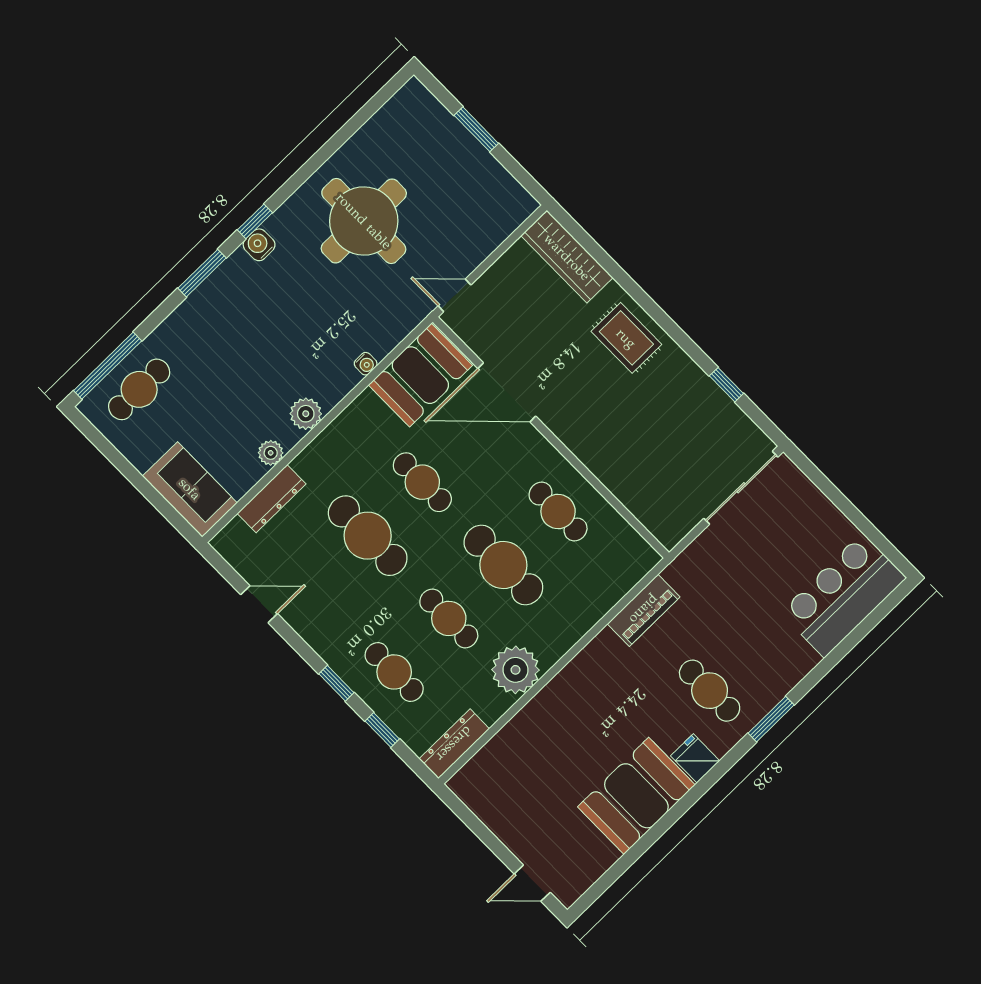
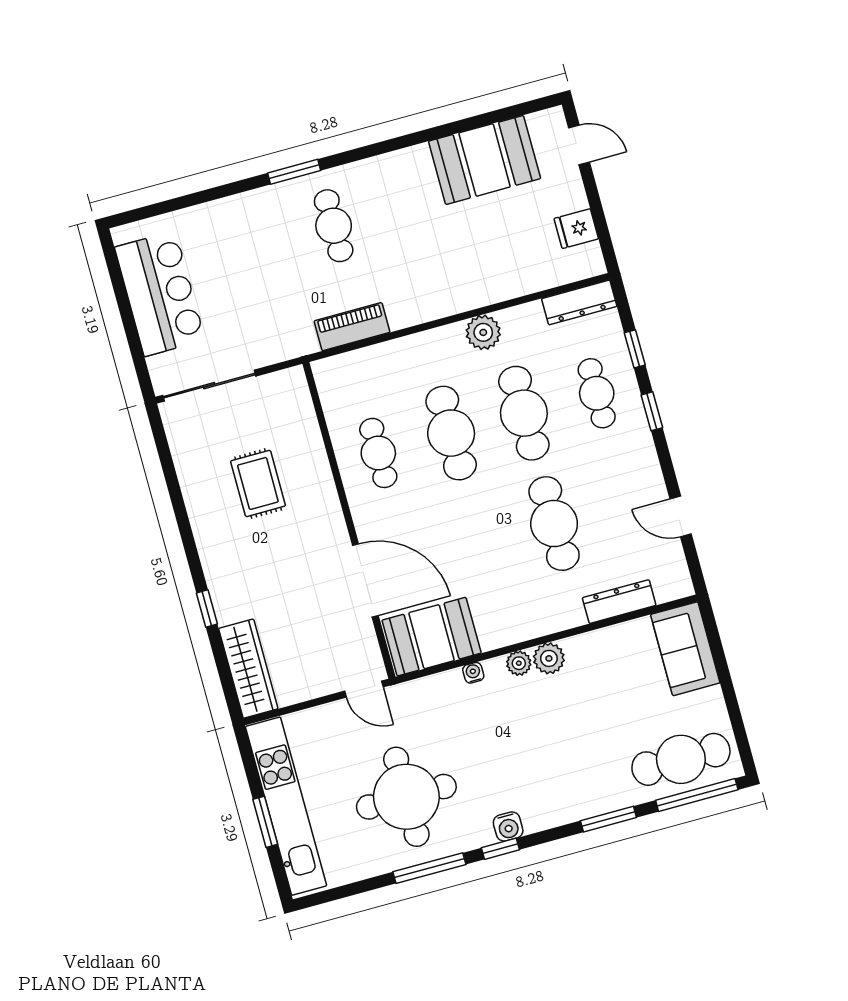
kitchen unit: (466, 153) -> (286, 806), added
window: (308, 169) -> (429, 868), added
window: (202, 273) -> (608, 819), moved
rug: (626, 338) -> (258, 483), moved
window: (726, 385) -> (207, 609), moved
cafe table: (139, 389) -> (681, 759), width x1.37, depth x1.35
plant: (271, 453) -> (519, 663), moved
cafe table: (422, 482) -> (481, 543), removed
bar counter: (843, 595) -> (160, 294), moved, turned -90
cafe table: (449, 618) -> (524, 413), width x1.37, depth x1.35
plant: (516, 670) -> (483, 332), width x0.73, depth x0.73
fridge: (695, 758) -> (576, 229), moved, turned 90
booth: (636, 796) -> (485, 160), moved

